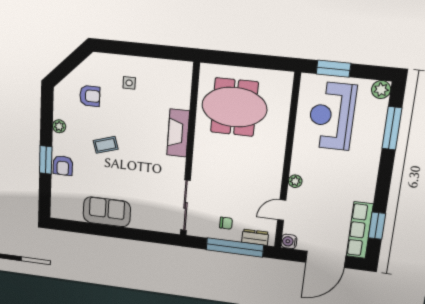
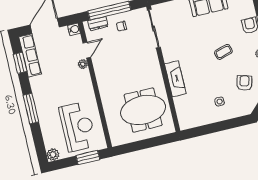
armchair: (90, 96) -> (244, 83), turned 105
window: (392, 128) -> (31, 109), moved
plant: (295, 181) -> (83, 64), moved

